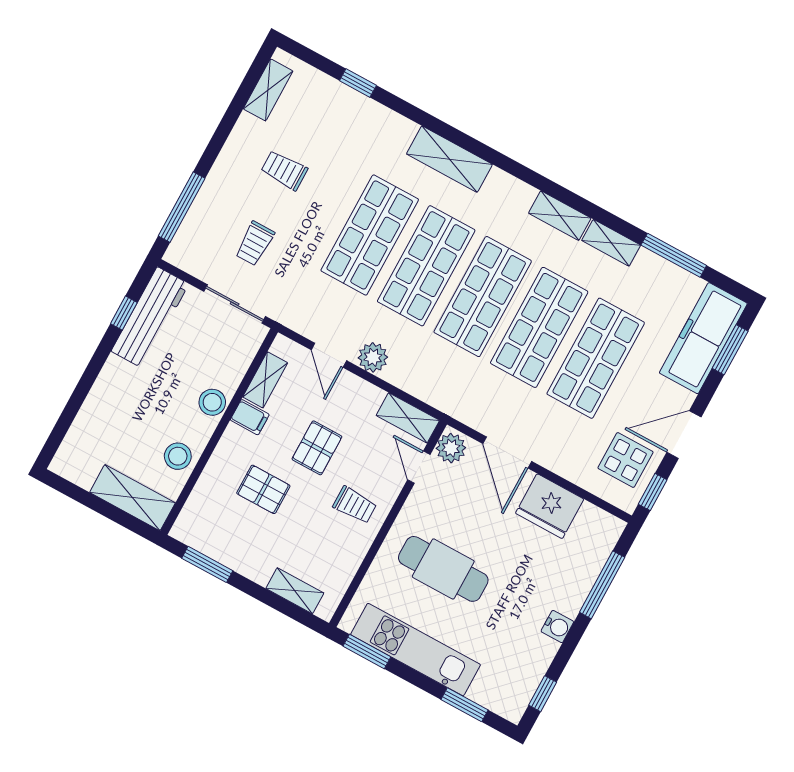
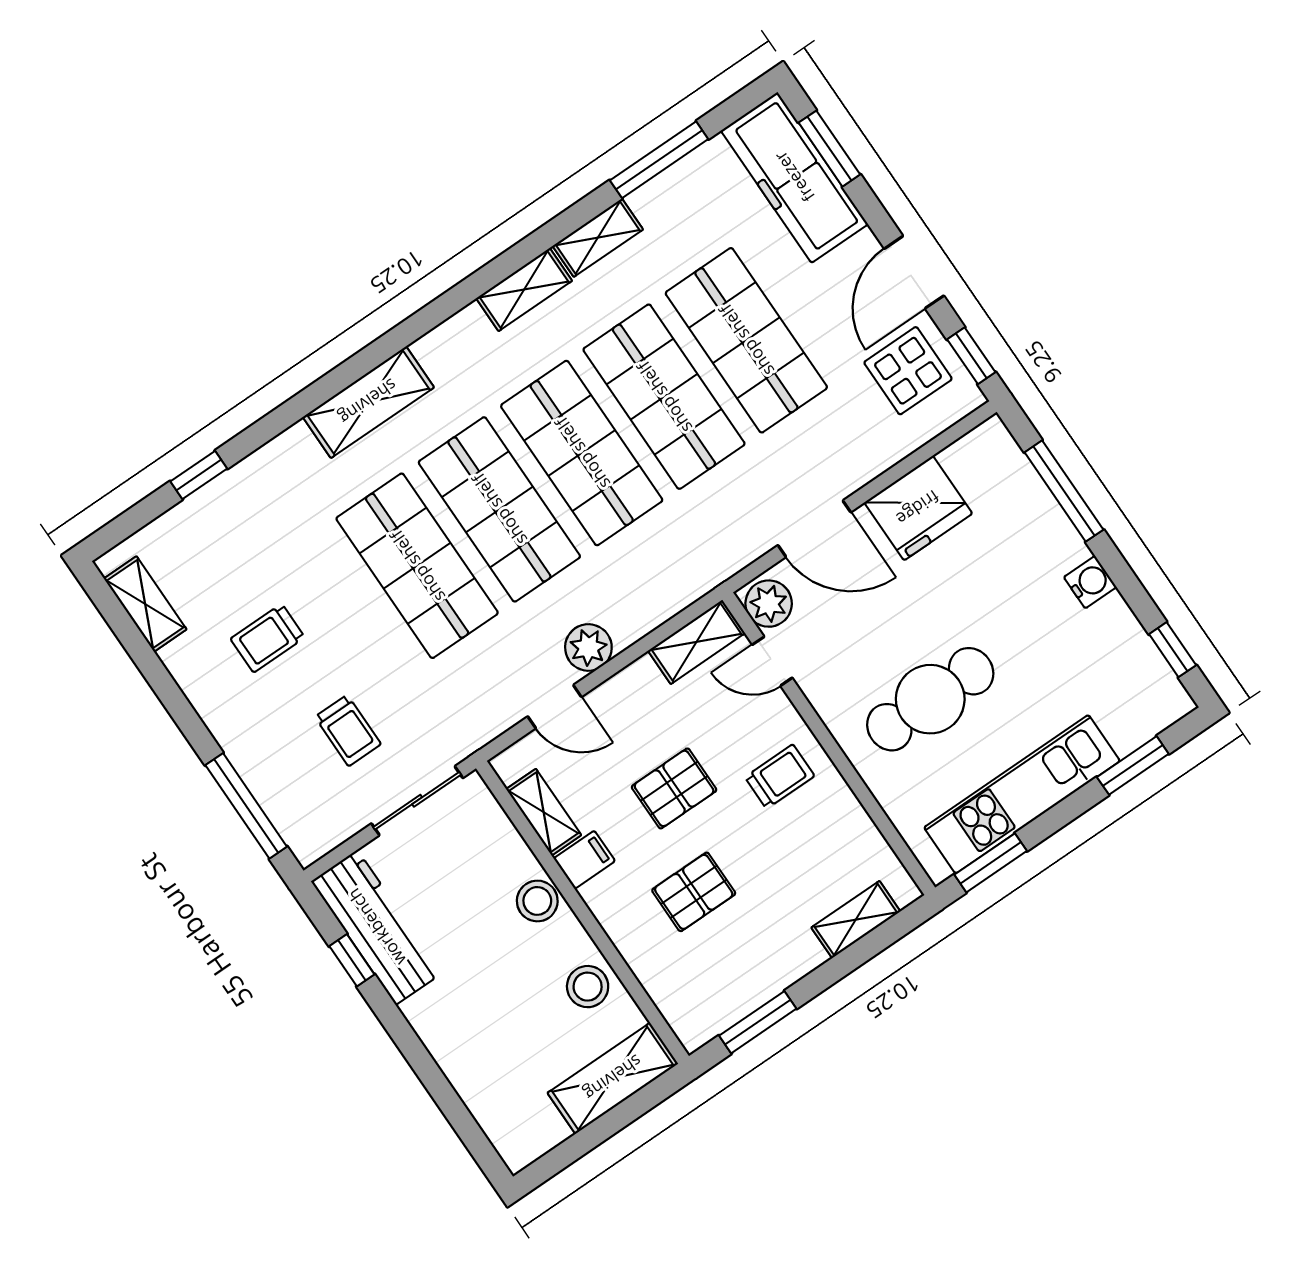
pallet: (317, 448) -> (674, 788), turned 90

